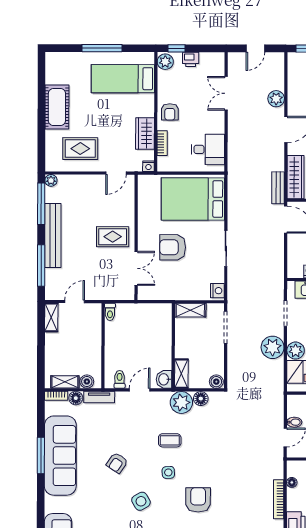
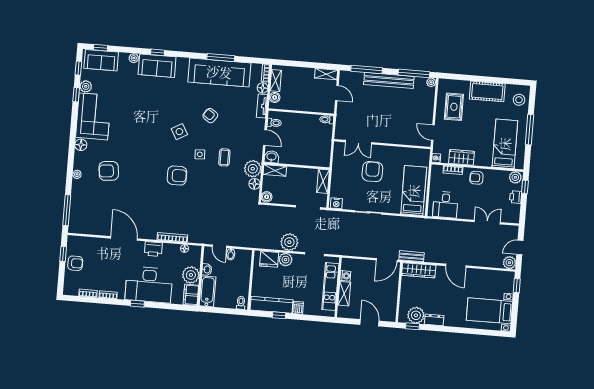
door: (255, 48) -> (520, 247), hinge flipped
stool: (64, 65) -> (519, 100), added
plant: (276, 99) -> (509, 263), moved
bed: (193, 199) -> (414, 191), width x0.67
rug: (113, 237) -> (384, 126), removed

